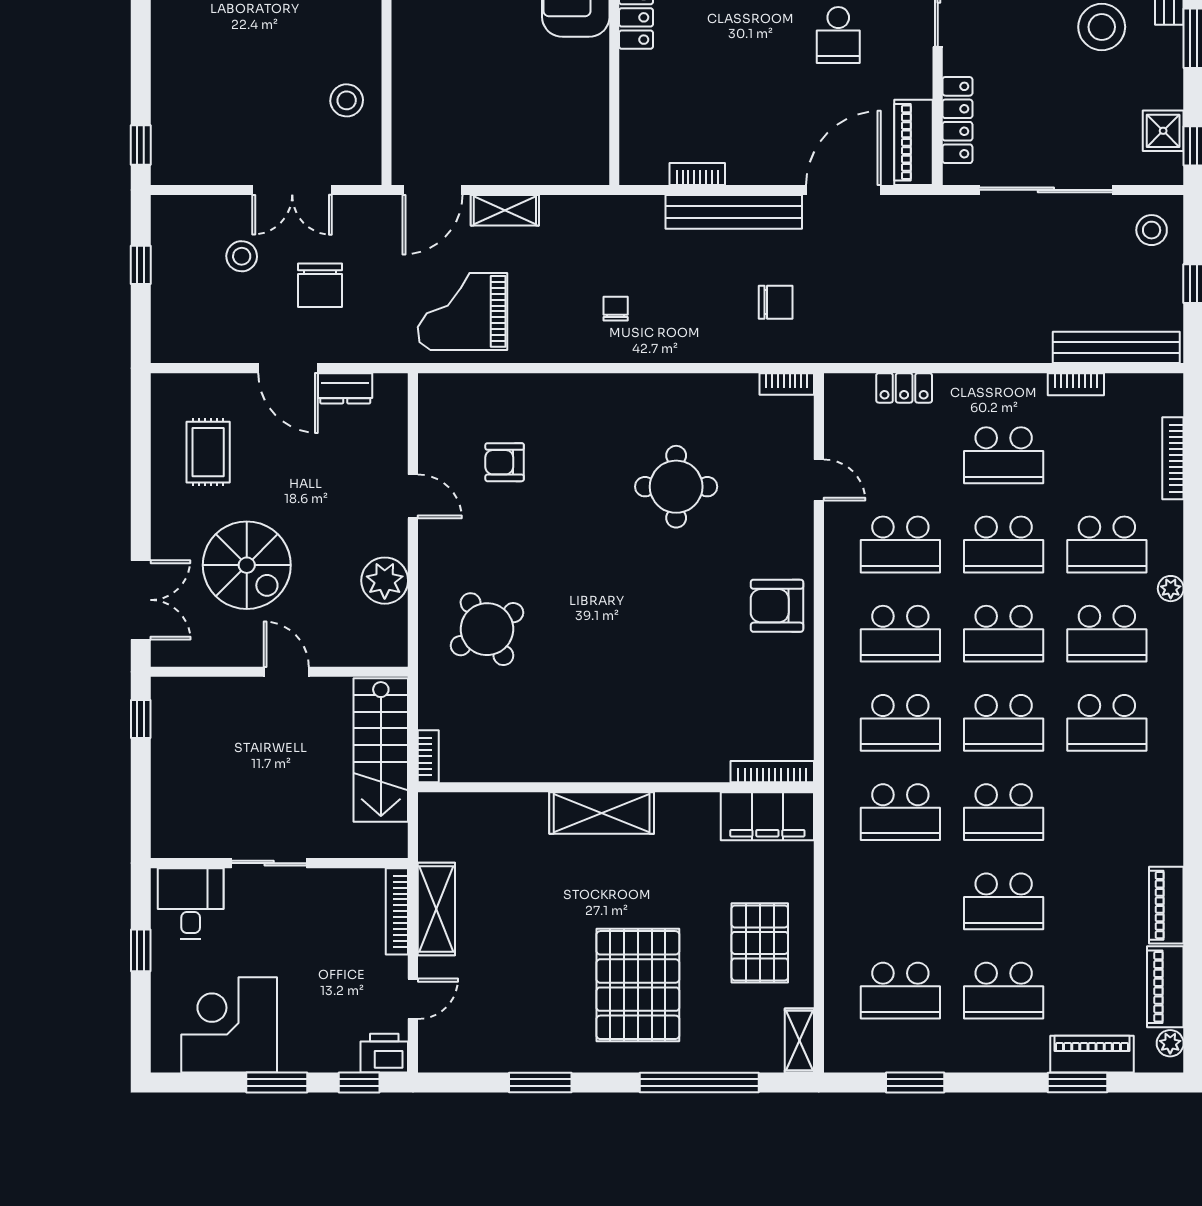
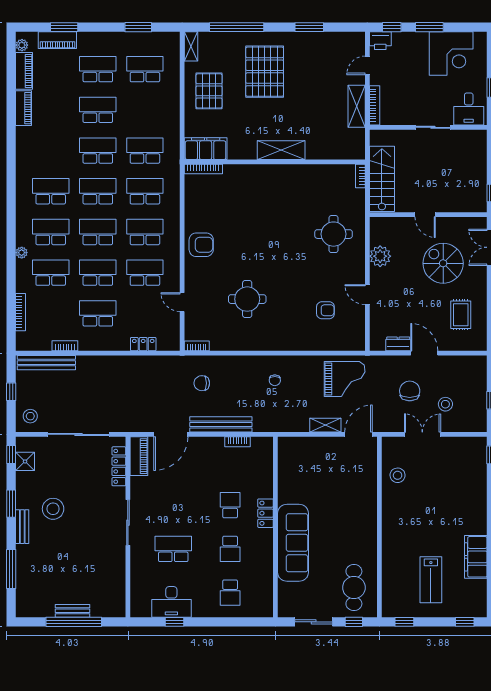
school desk: (838, 35) -> (230, 505), moved
round table: (487, 629) -> (334, 234), turned 32

